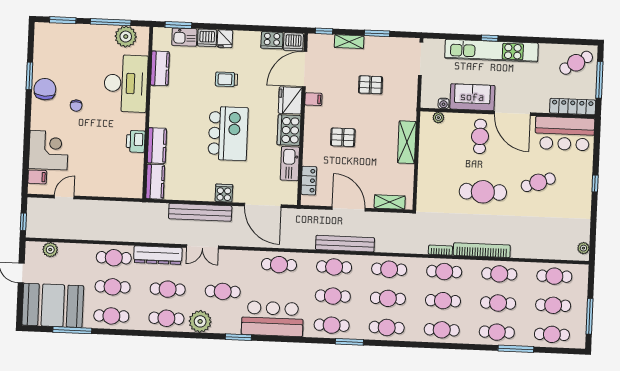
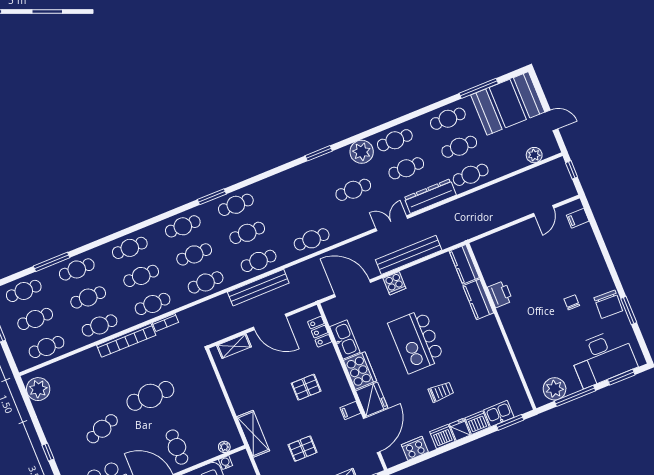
dishwasher: (293, 42) -> (442, 436), moved
kitchen counter: (160, 68) -> (509, 373), removed
desk: (126, 83) -> (603, 358), moved, turned -90
shelving: (407, 142) -> (253, 434), moved
corner desk: (48, 150) -> (579, 248), removed
plant: (583, 248) -> (38, 389), width x1.88, depth x1.88
bar counter: (272, 319) -> (294, 185), removed

